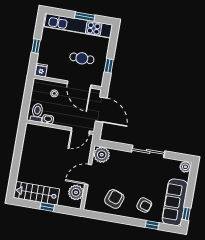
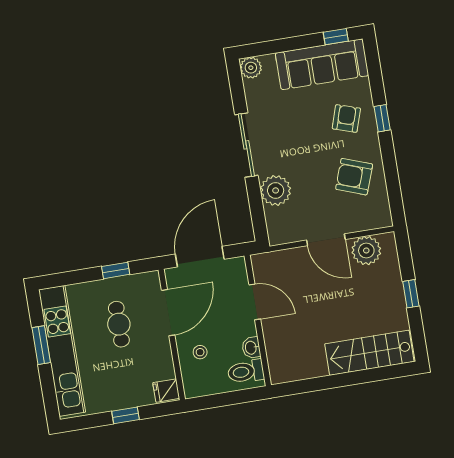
door: (80, 131) -> (255, 302), moved
plant: (102, 155) -> (276, 190), moved
stairs: (36, 193) -> (369, 353), moved, turned 90
window: (152, 225) -> (382, 118), moved

